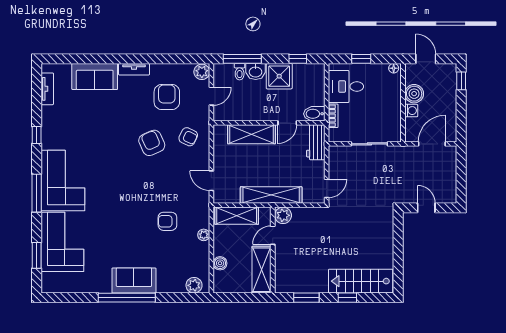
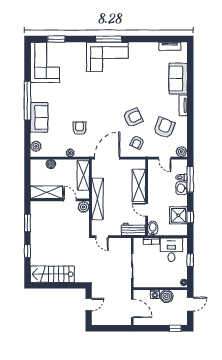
shower: (279, 76) -> (178, 215), moved
armchair: (167, 97) -> (164, 128), turned -69
window: (37, 135) -> (138, 39), removed
door: (211, 181) -> (107, 158), width x1.87
window: (37, 193) -> (109, 39), moved
corner sofa: (62, 242) -> (45, 62), moved, turned -90
sofa: (134, 281) -> (39, 117), moved
stairs: (361, 281) -> (52, 274), moved, turned -90

